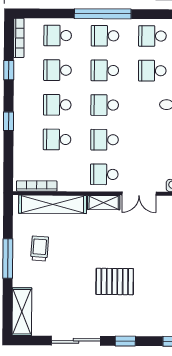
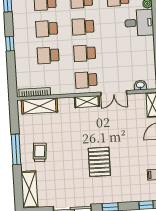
shelving: (53, 204) -> (39, 106), width x0.68
trolley: (40, 248) -> (40, 152), moved
pallet: (115, 282) -> (99, 162), turned 90

